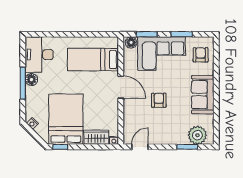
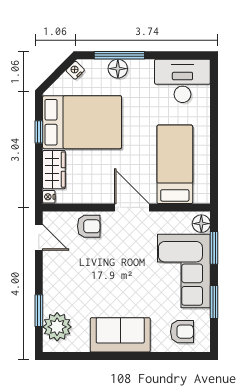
floor lamp: (31, 80) -> (118, 69), moved
window: (23, 83) -> (119, 55), moved
door: (121, 87) -> (132, 207), swing flipped
armchair: (159, 100) -> (89, 226), moved
window: (60, 147) -> (39, 132), moved

